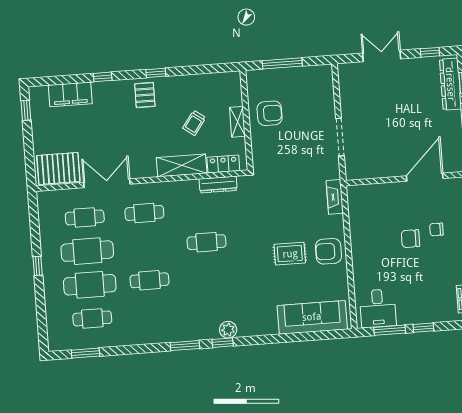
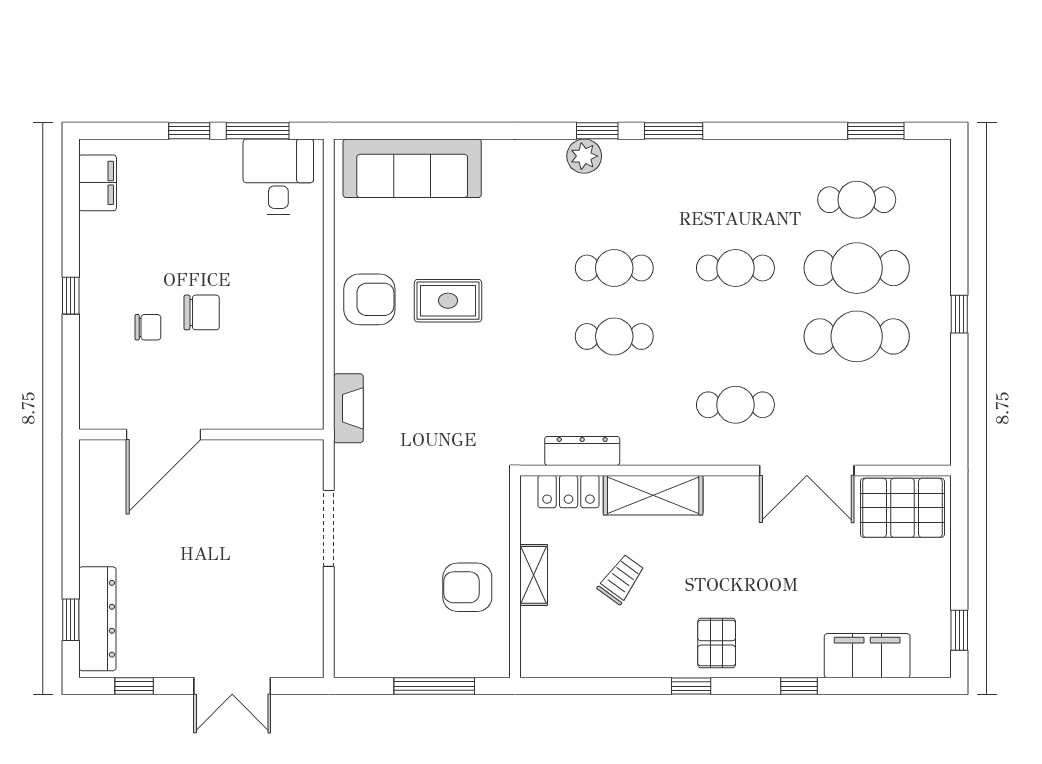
cafe table: (85, 217) -> (614, 268), moved

